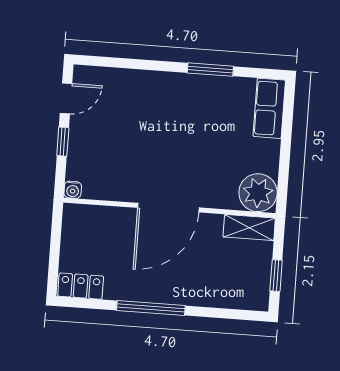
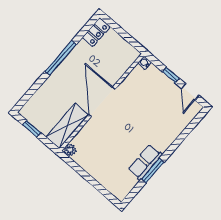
row of seats: (269, 108) -> (145, 162), moved, turned -90
plant: (258, 193) -> (70, 150), width x0.53, depth x0.53
shelving: (249, 228) -> (67, 126), width x1.50, depth x1.33

